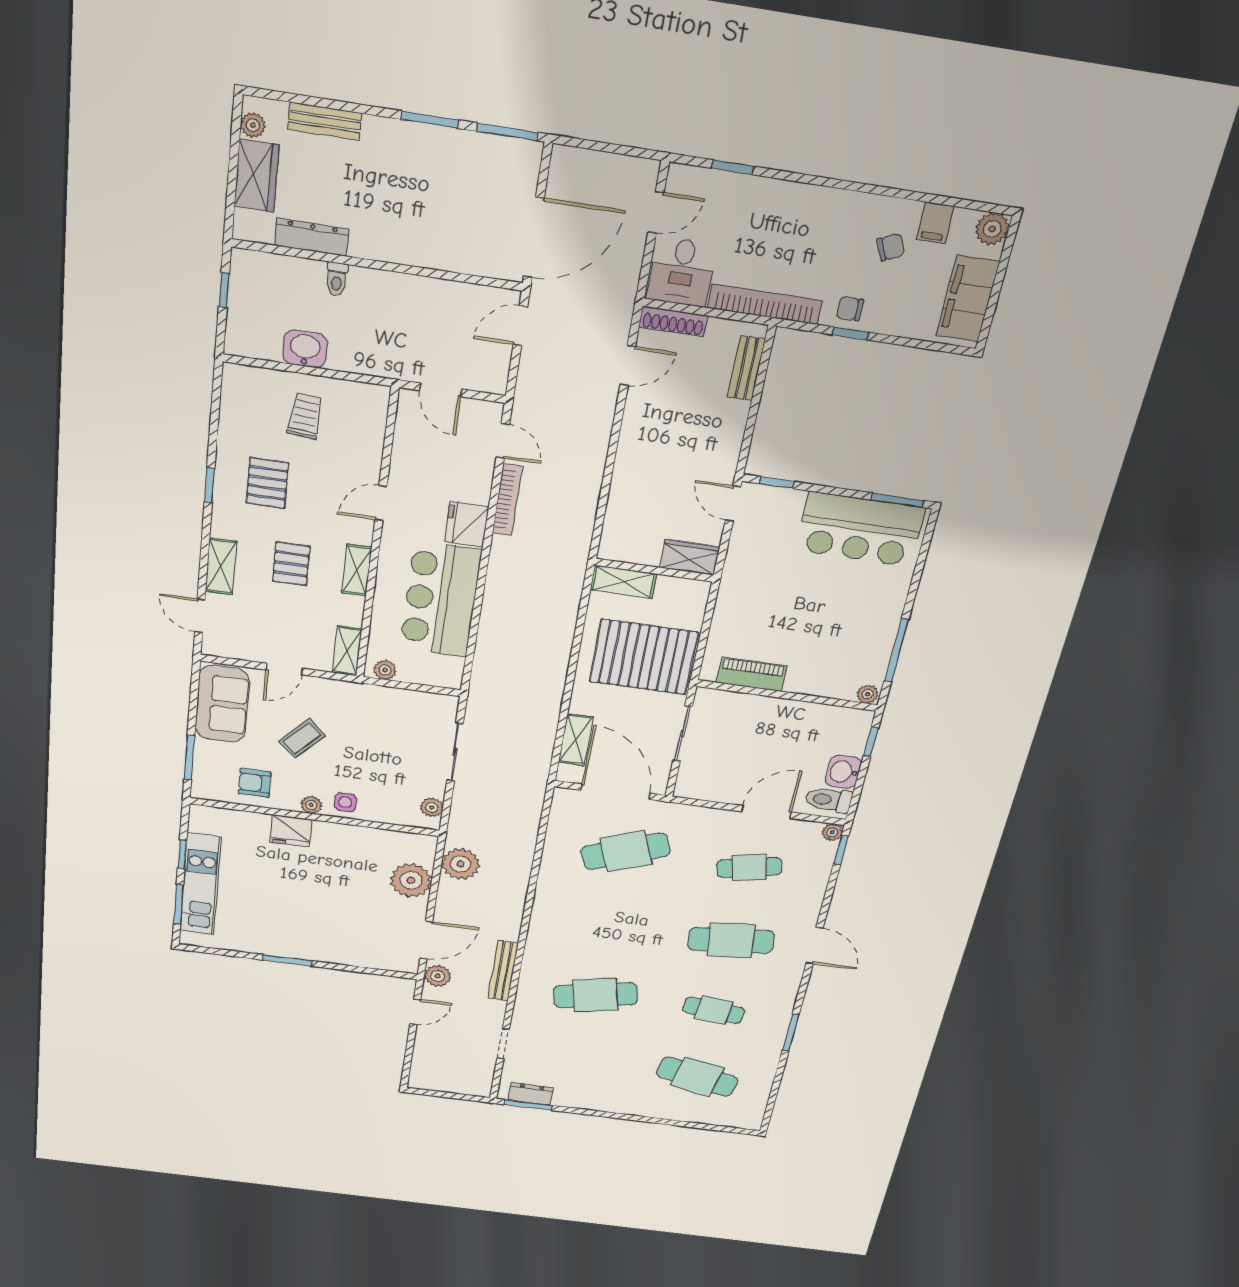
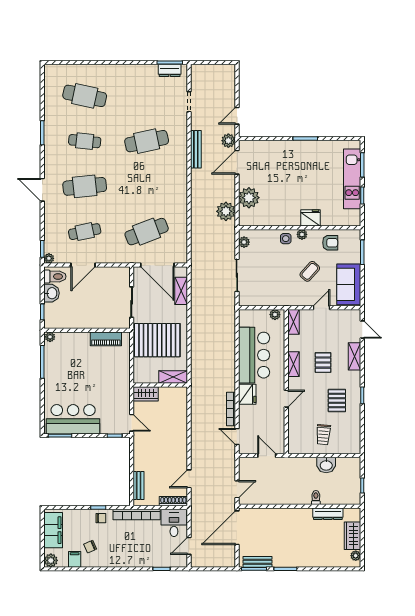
bench: (325, 121) -> (257, 562), moved

